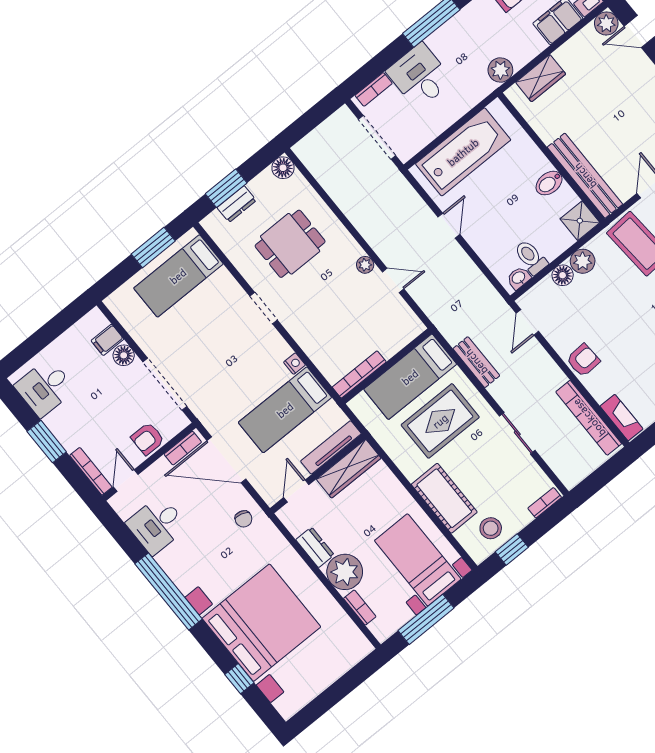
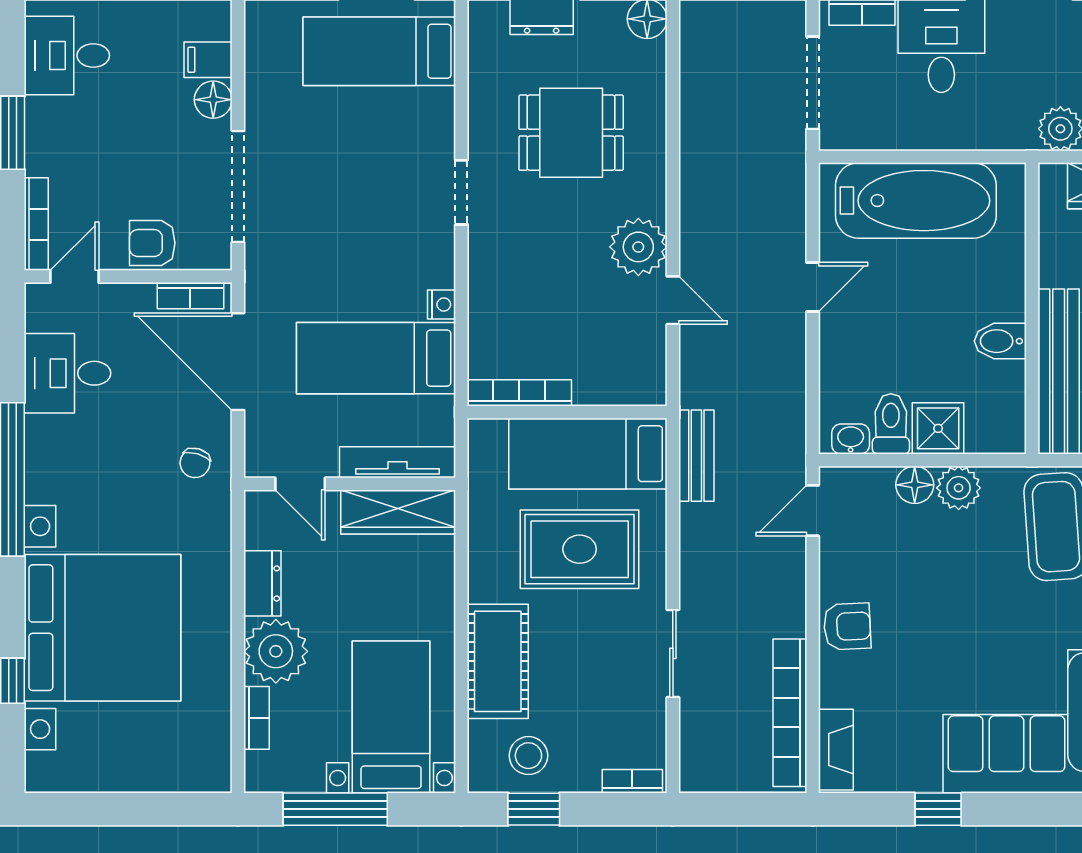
shower: (580, 221) -> (938, 428), moved
plant: (365, 265) -> (638, 247), width x1.88, depth x1.88
bench: (476, 362) -> (696, 456), moved
door: (296, 491) -> (300, 484), swing flipped

